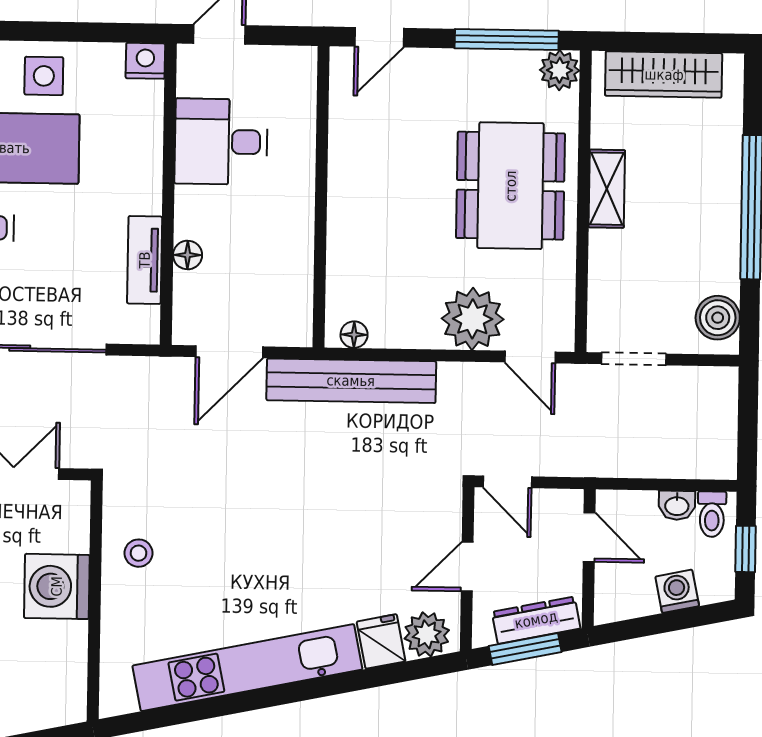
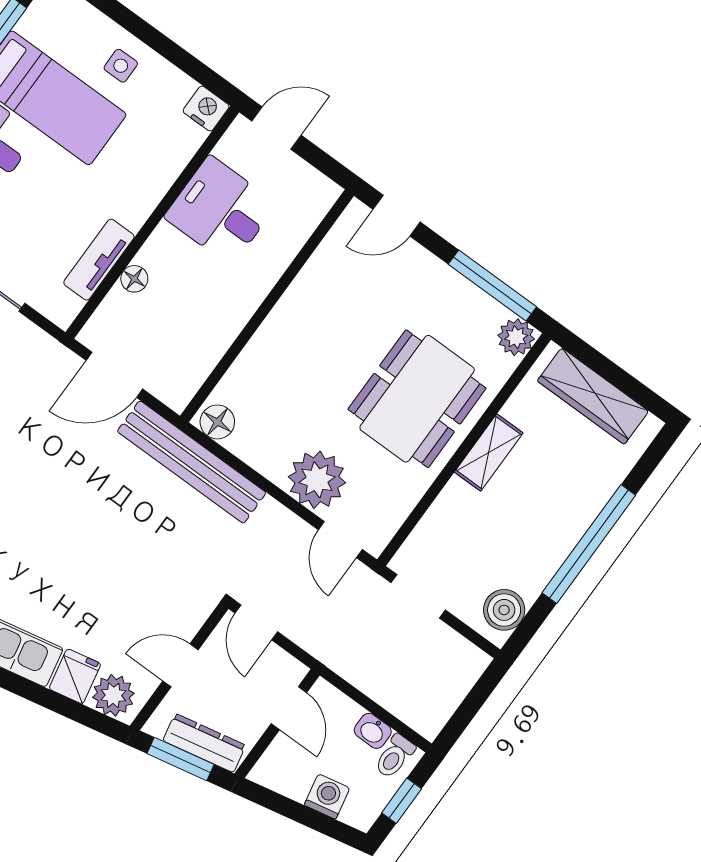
side table: (44, 76) -> (121, 66), width x0.73, depth x0.73
floor lamp: (354, 335) -> (217, 422), width x1.37, depth x1.37

